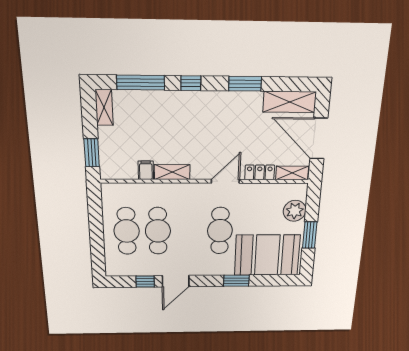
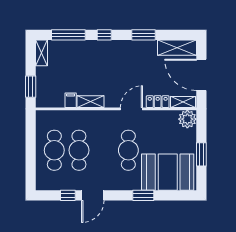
plant: (295, 211) -> (187, 119), moved

